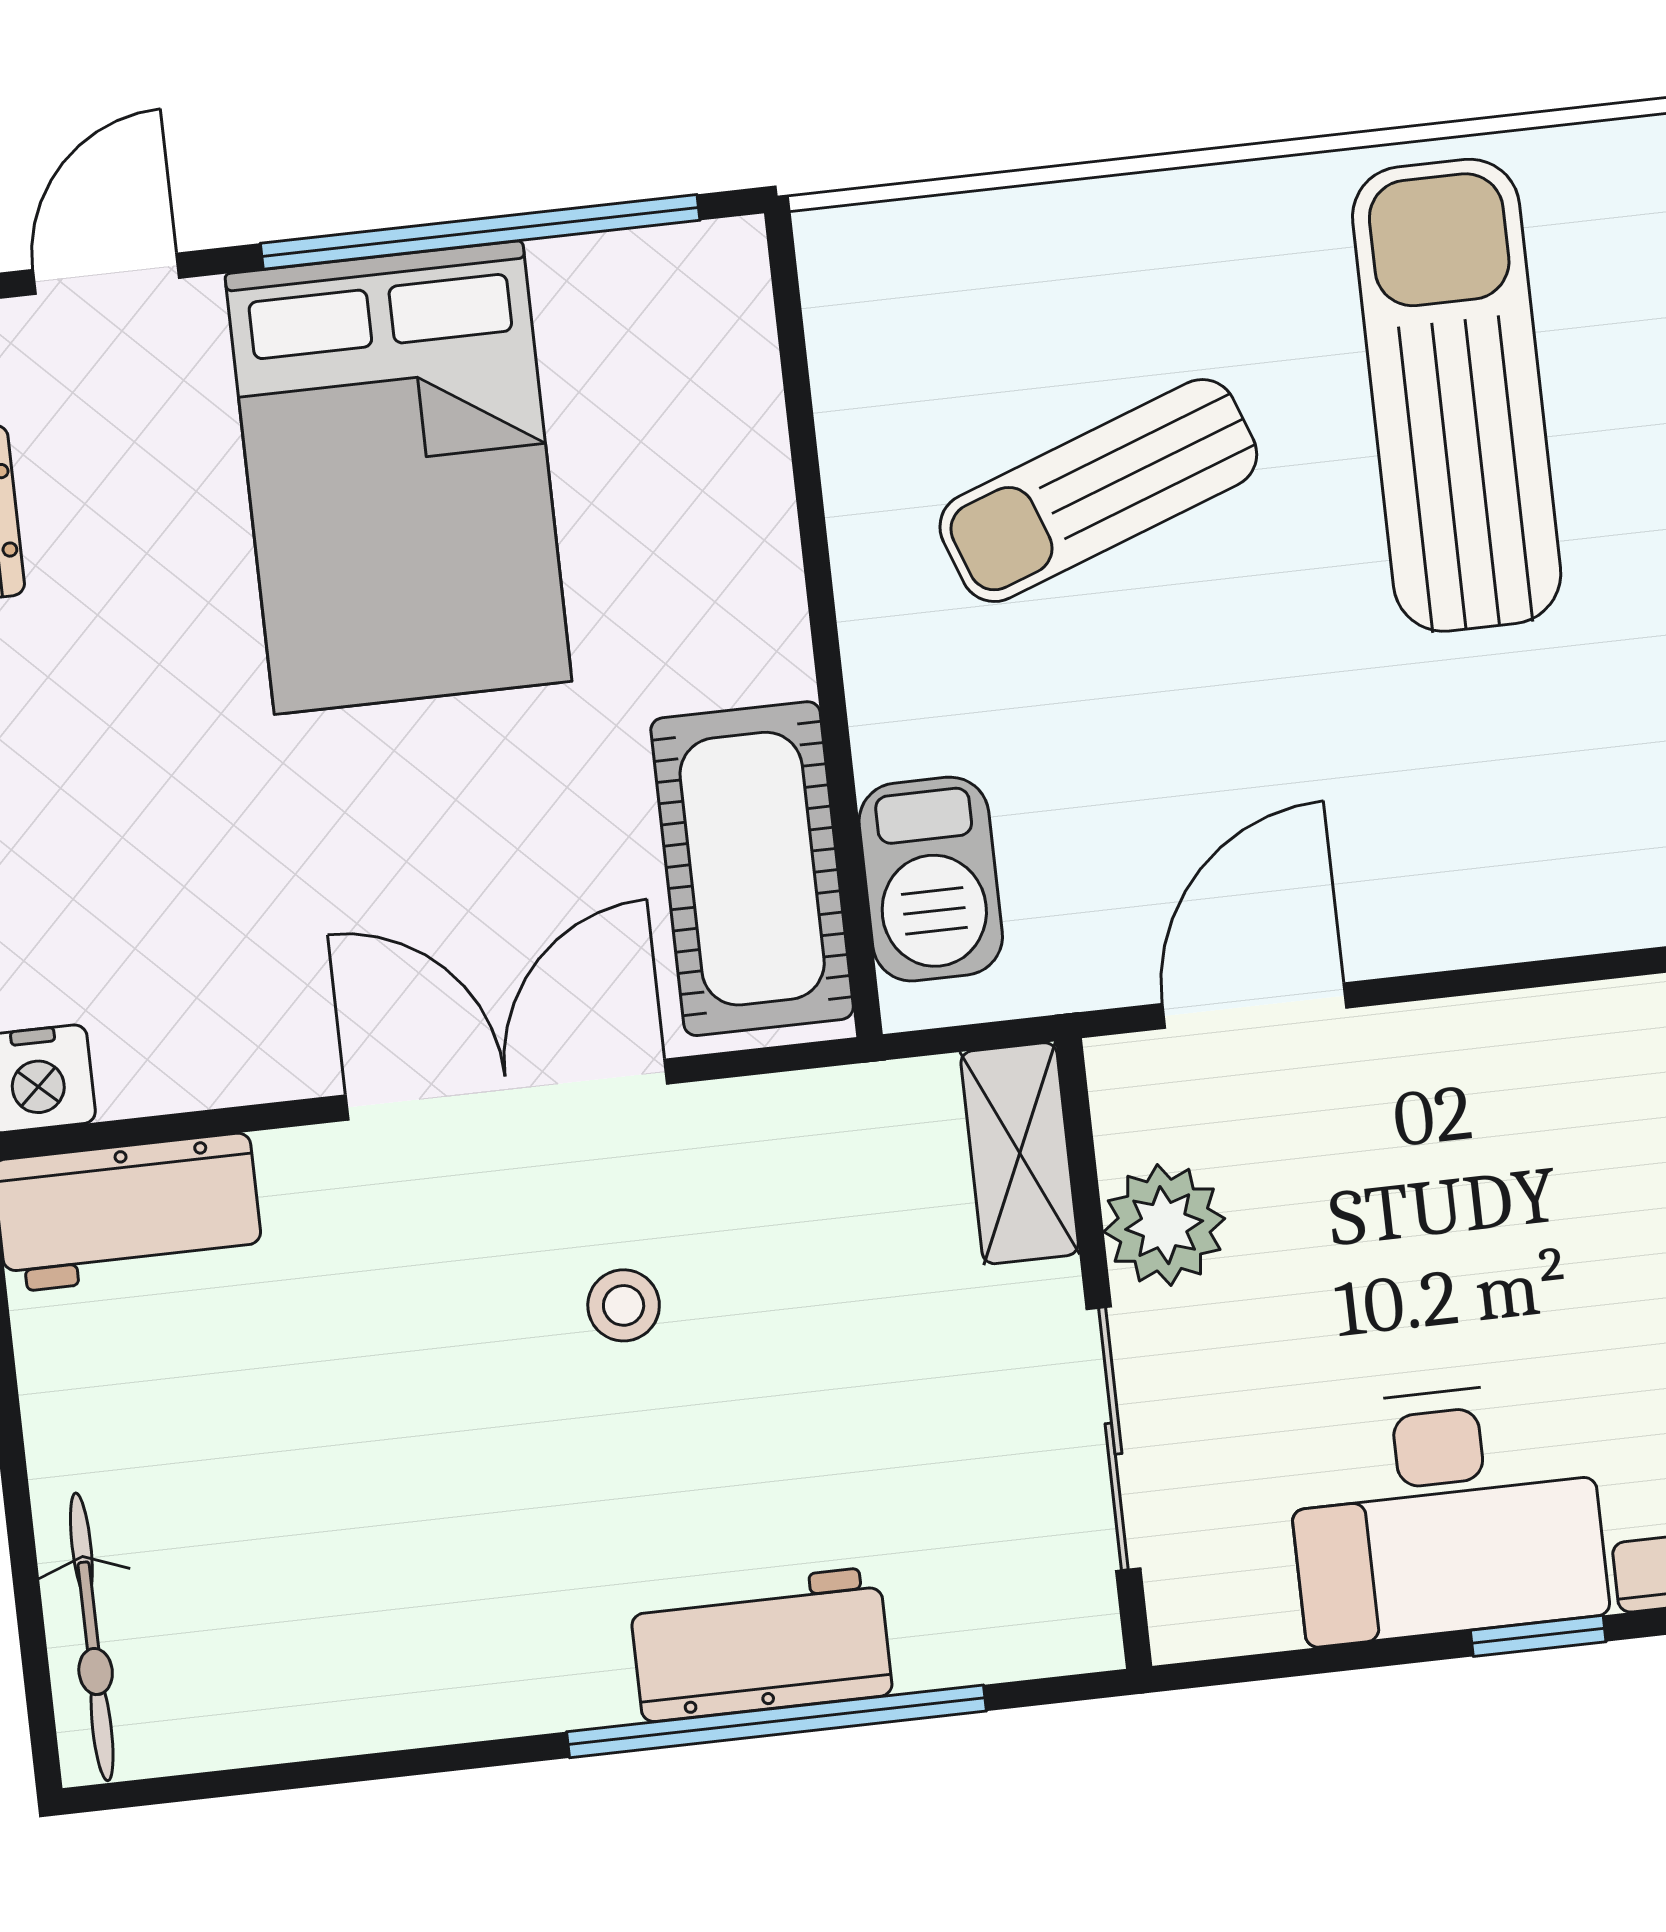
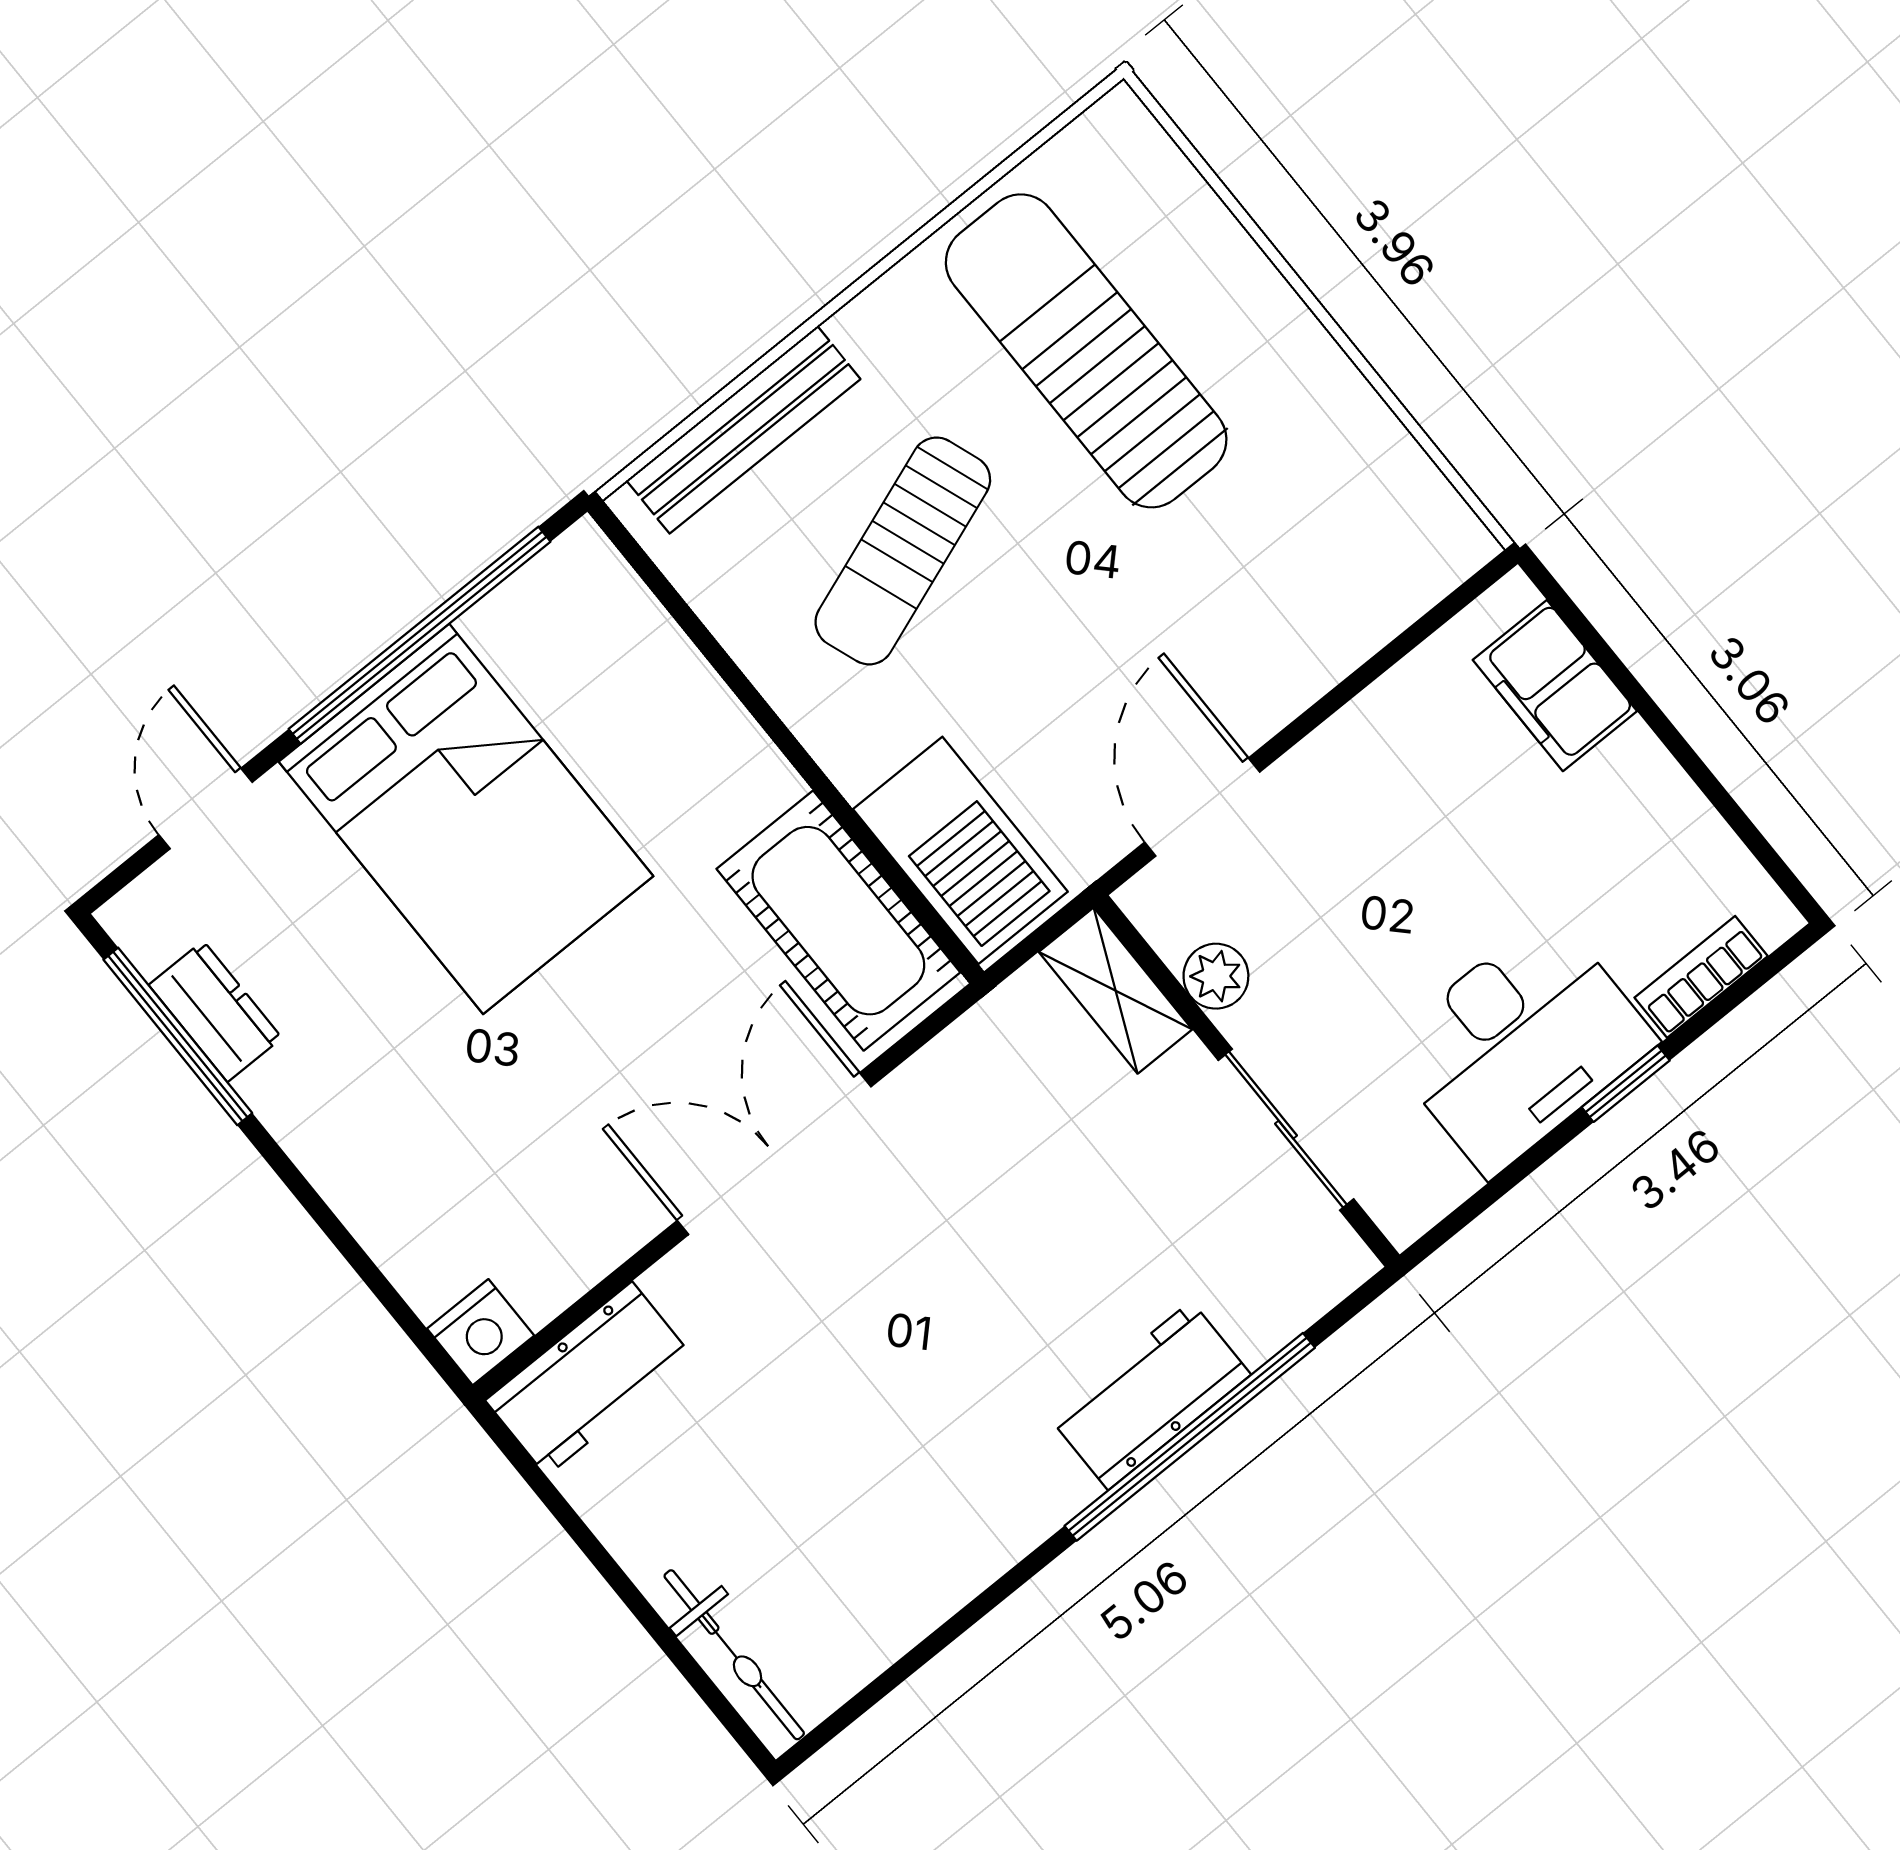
bench: (1004, 234) -> (743, 430), added
barbecue: (931, 879) -> (960, 850), width x1.37, depth x1.21
plant: (1164, 1225) -> (1216, 976), width x0.73, depth x0.73
stool: (624, 1305) -> (931, 1241), removed

